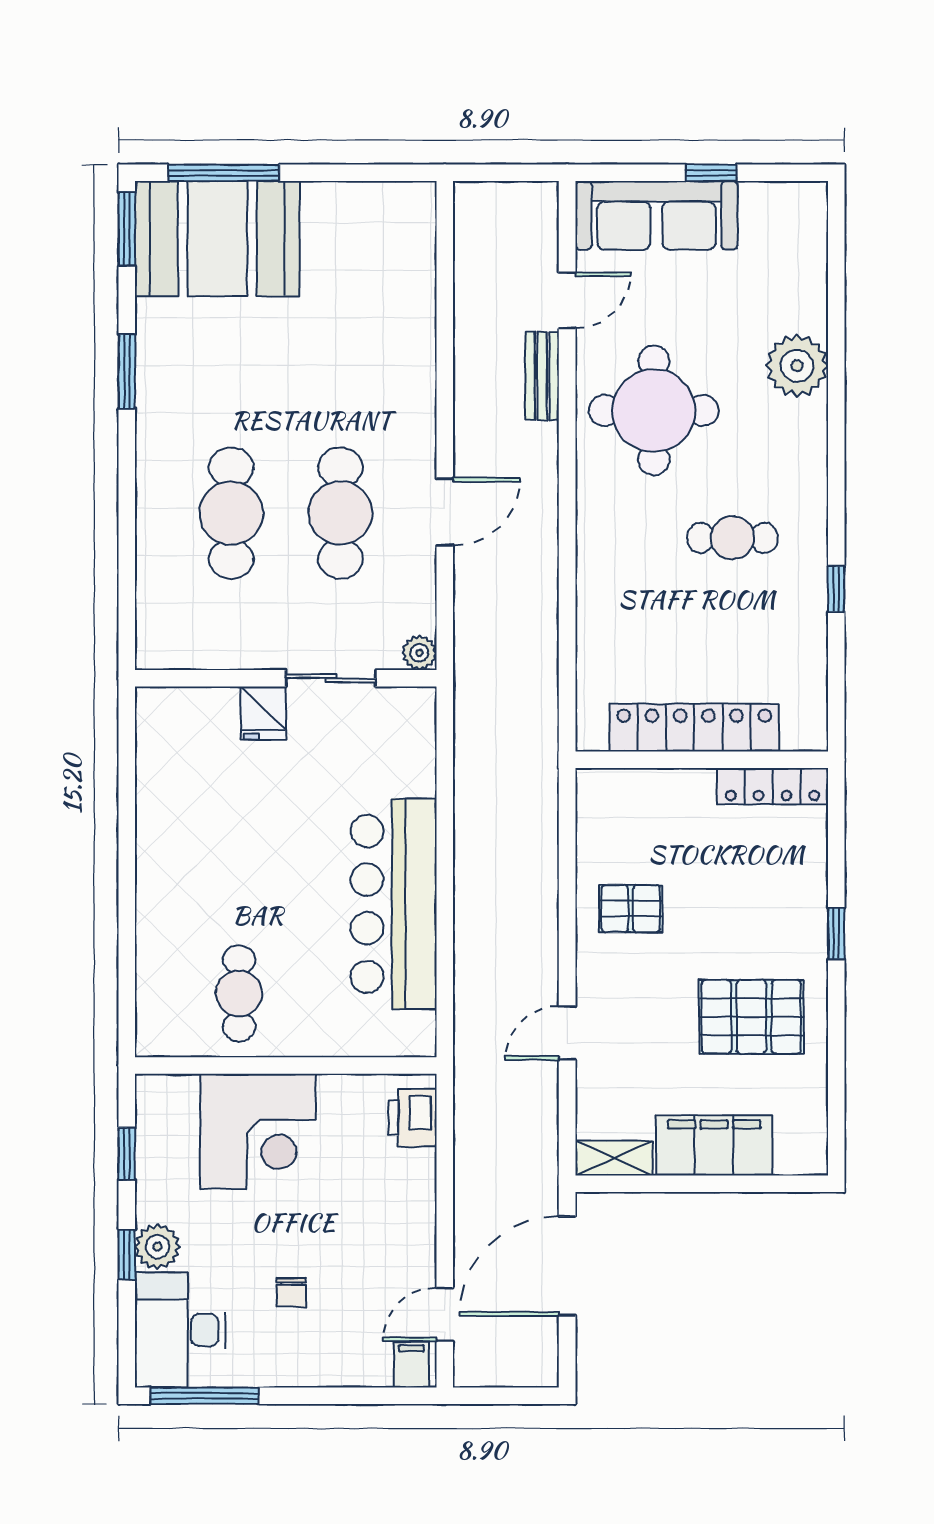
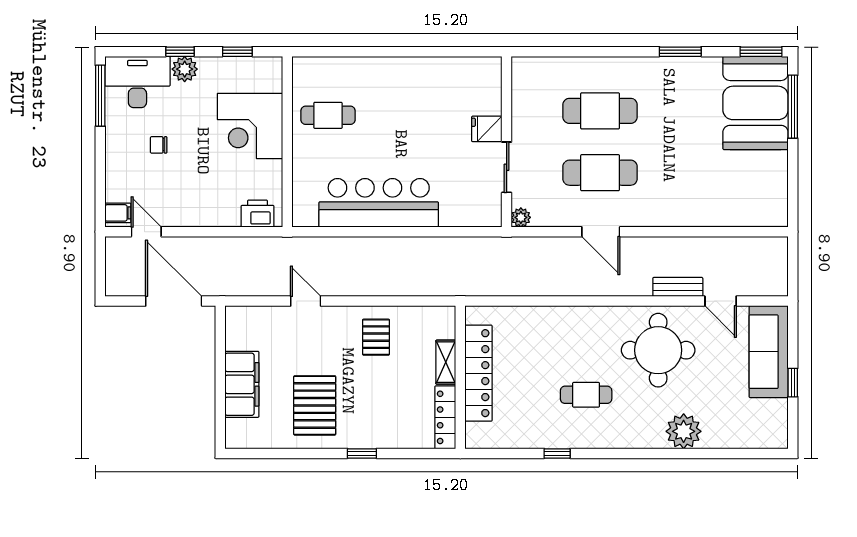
cafe table: (733, 538) -> (586, 395), turned 90
shelving: (614, 1158) -> (446, 362), moved

